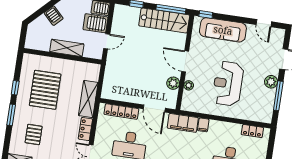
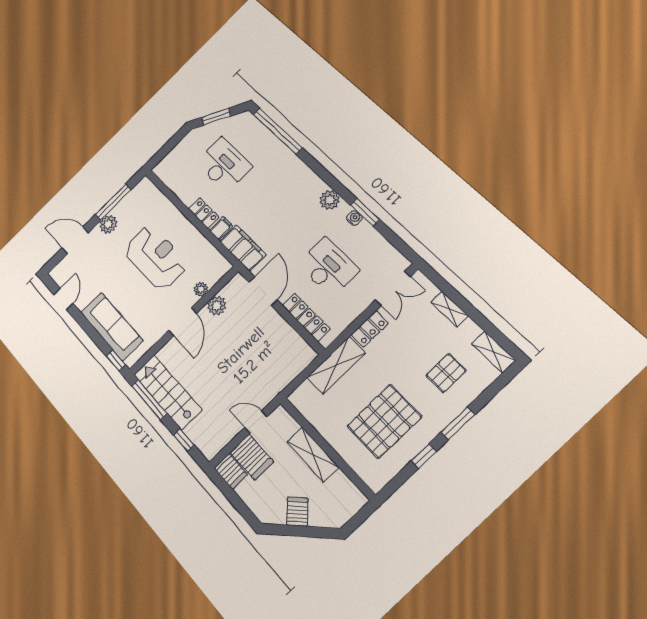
reception desk: (228, 84) -> (156, 258), turned -90
locker: (252, 131) -> (204, 213), moved

